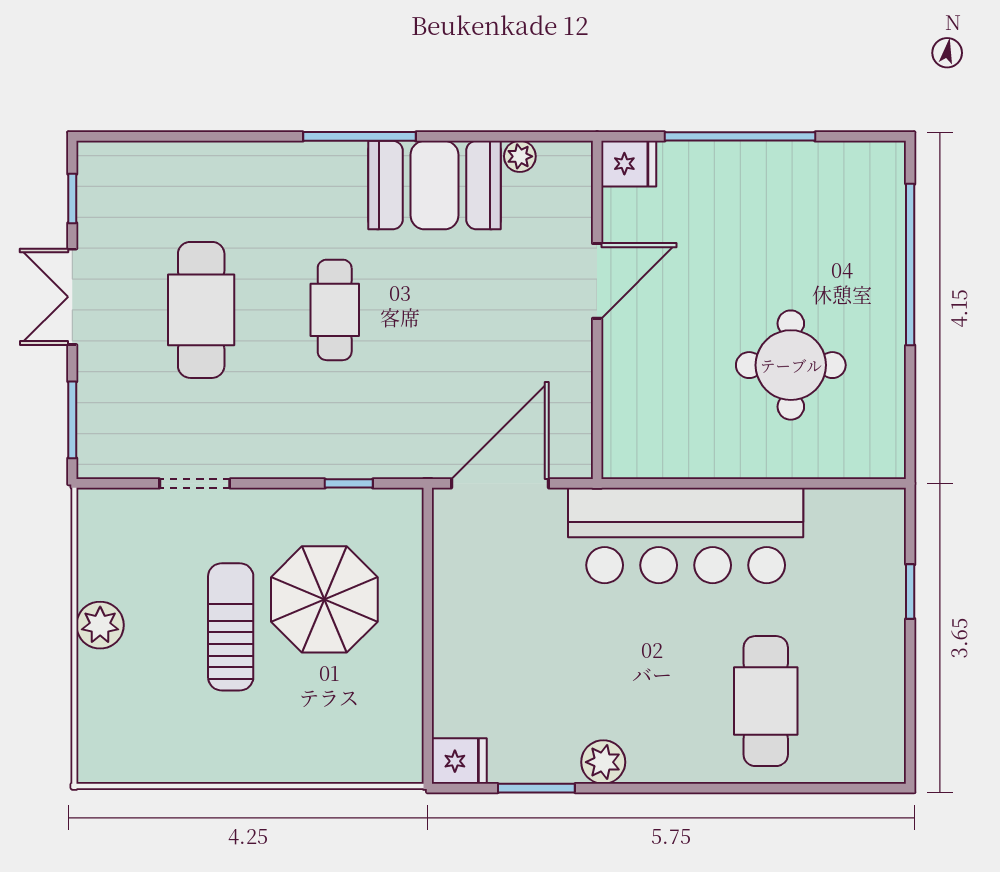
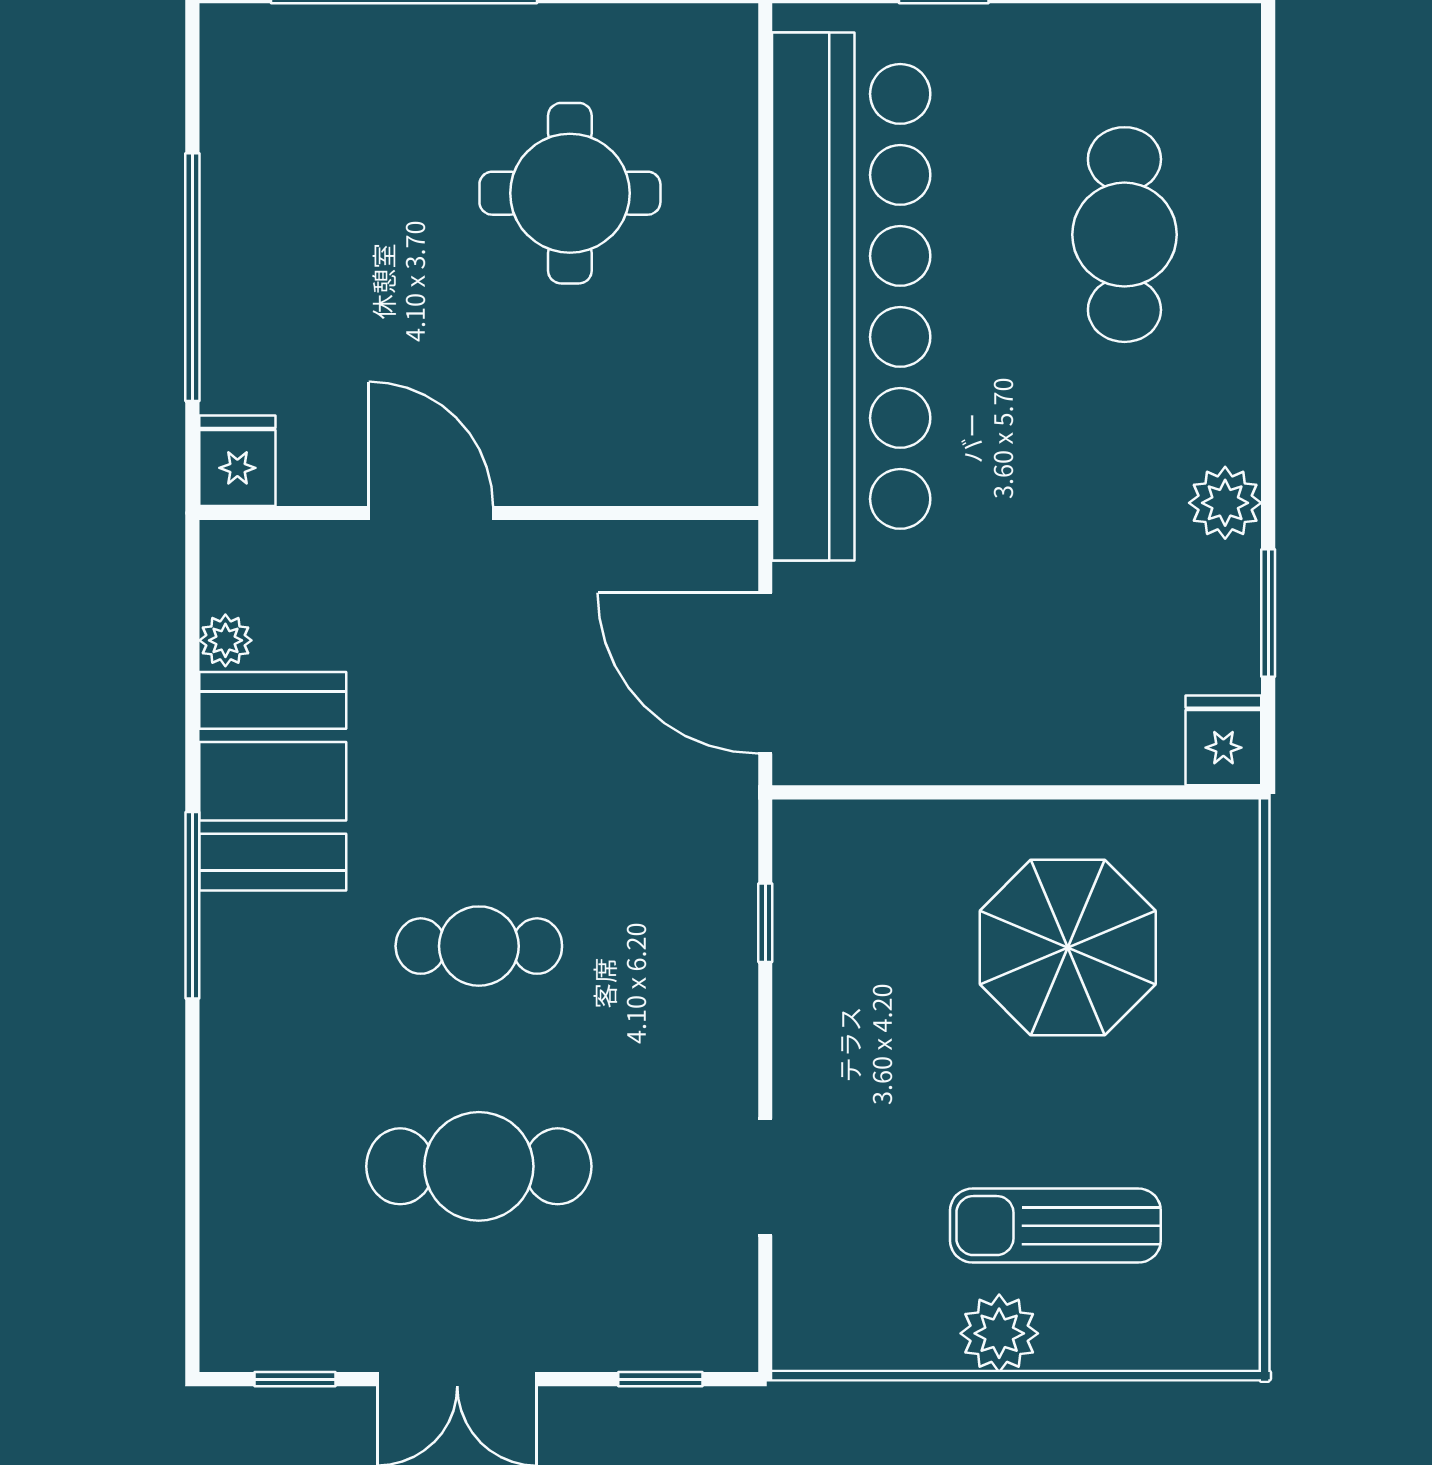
window: (72, 420) -> (660, 1379), width x0.67
bar counter: (686, 535) -> (851, 296), width x1.36
parasol: (324, 599) -> (1068, 947), moved
sun lounger: (231, 627) -> (1055, 1226), moved
cafe table: (766, 701) -> (1124, 235), turned 90

